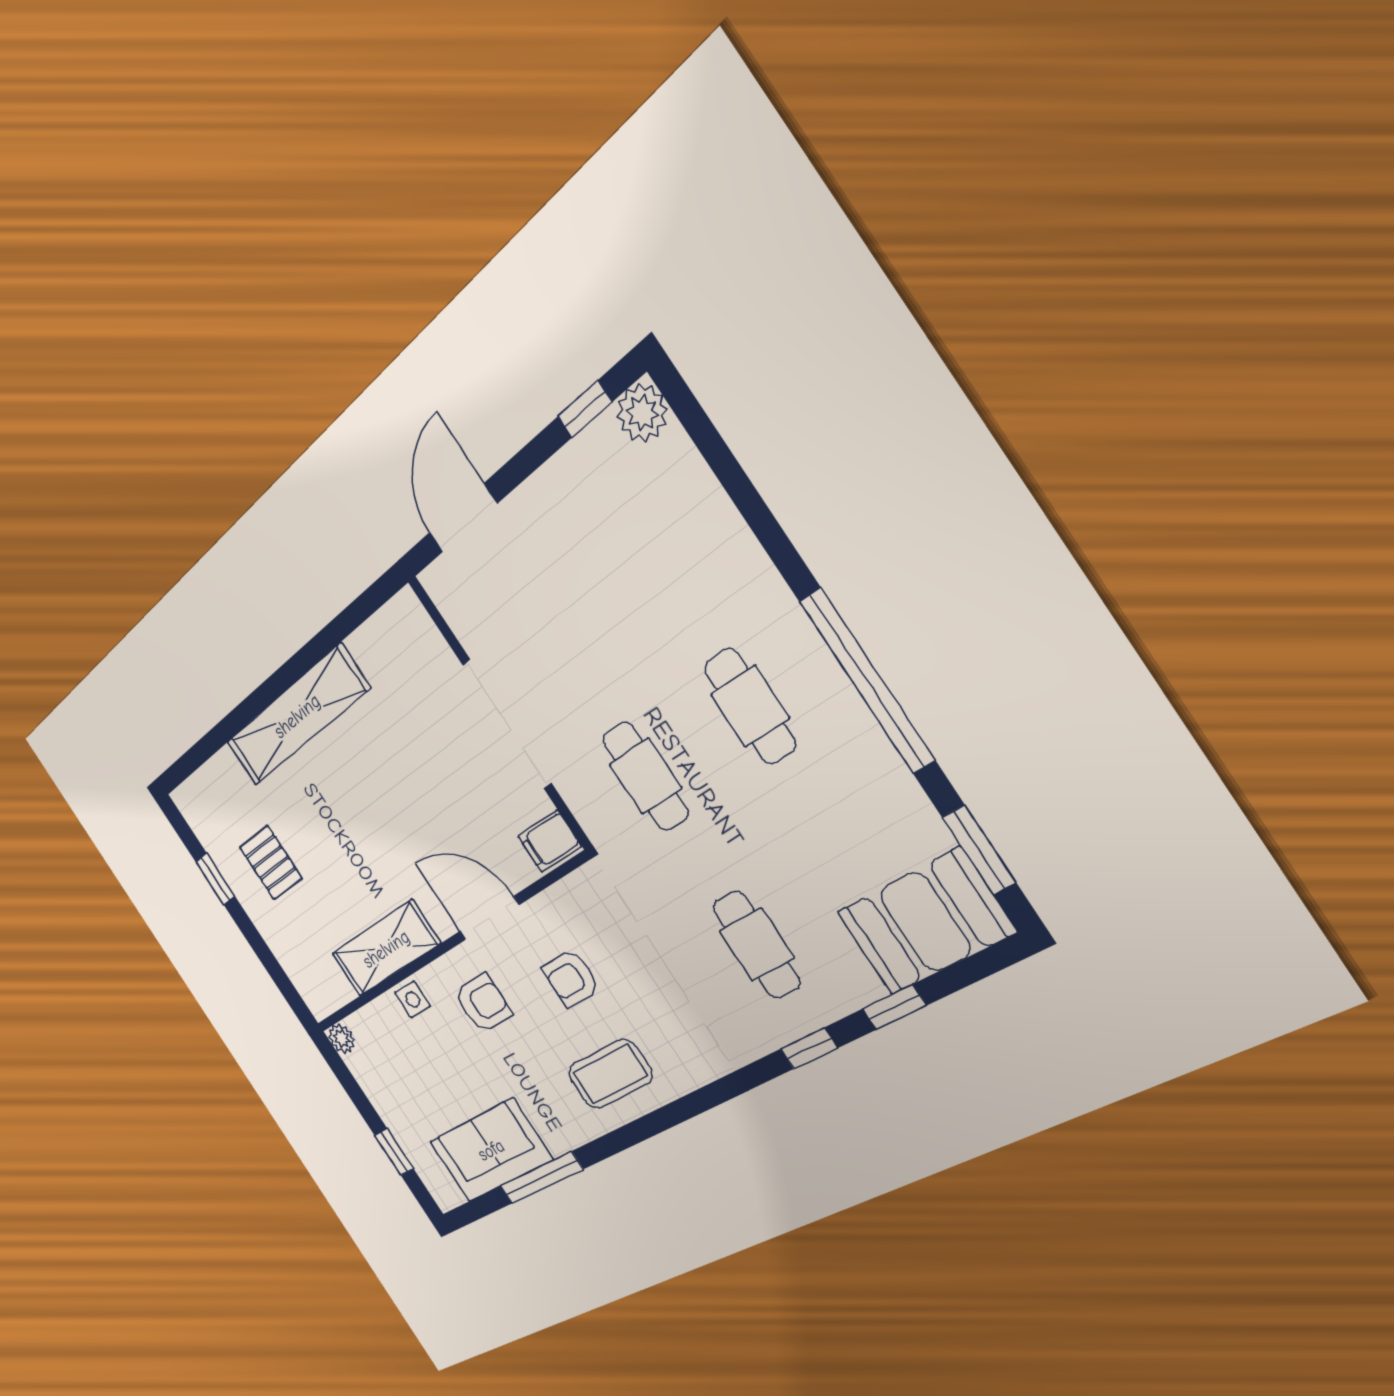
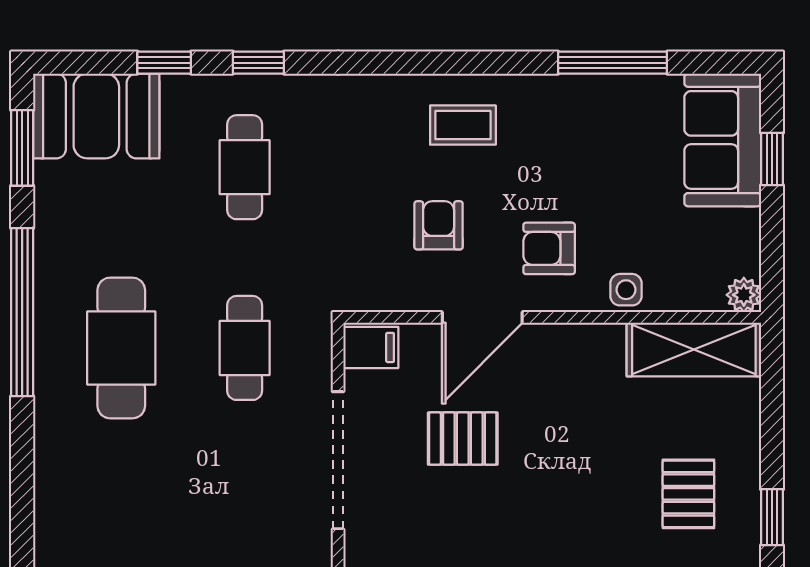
cafe table: (750, 706) -> (121, 348), width x1.37, depth x1.35
pallet: (434, 806) -> (463, 439), added
door: (489, 918) -> (482, 317), hinge flipped
shelving: (386, 949) -> (694, 349), moved
armchair: (571, 978) -> (439, 225), turned -90
coffee table: (610, 1074) -> (463, 125), width x0.73, depth x0.77
sofa: (491, 1150) -> (723, 140), moved, turned 90

